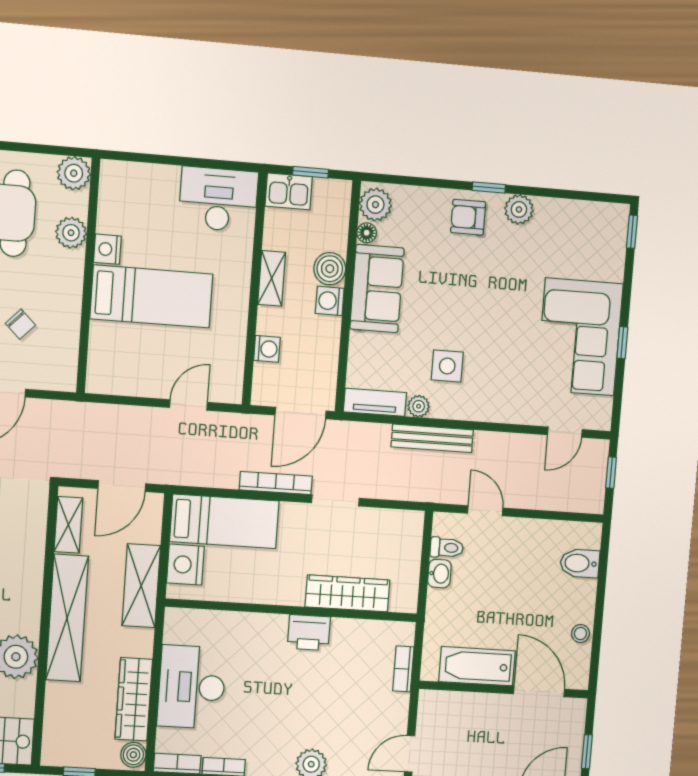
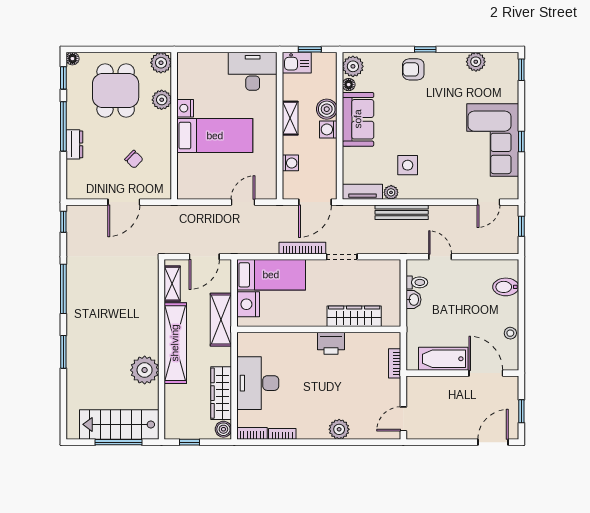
plant: (519, 209) -> (476, 62), moved

